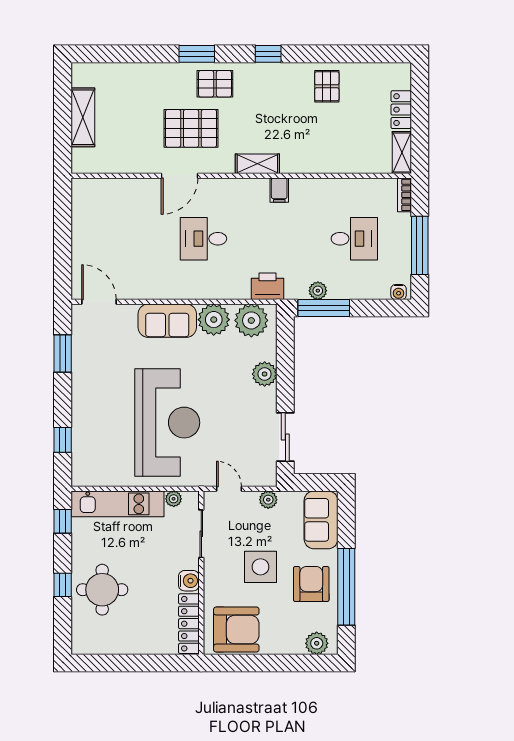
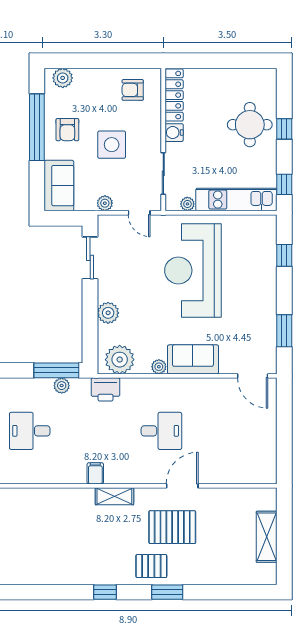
pallet: (327, 86) -> (54, 564), removed
plant: (214, 320) -> (159, 367), width x0.53, depth x0.53
armchair: (311, 584) -> (67, 130), width x0.72, depth x0.72
armchair: (236, 630) -> (133, 90), width x0.53, depth x0.53

